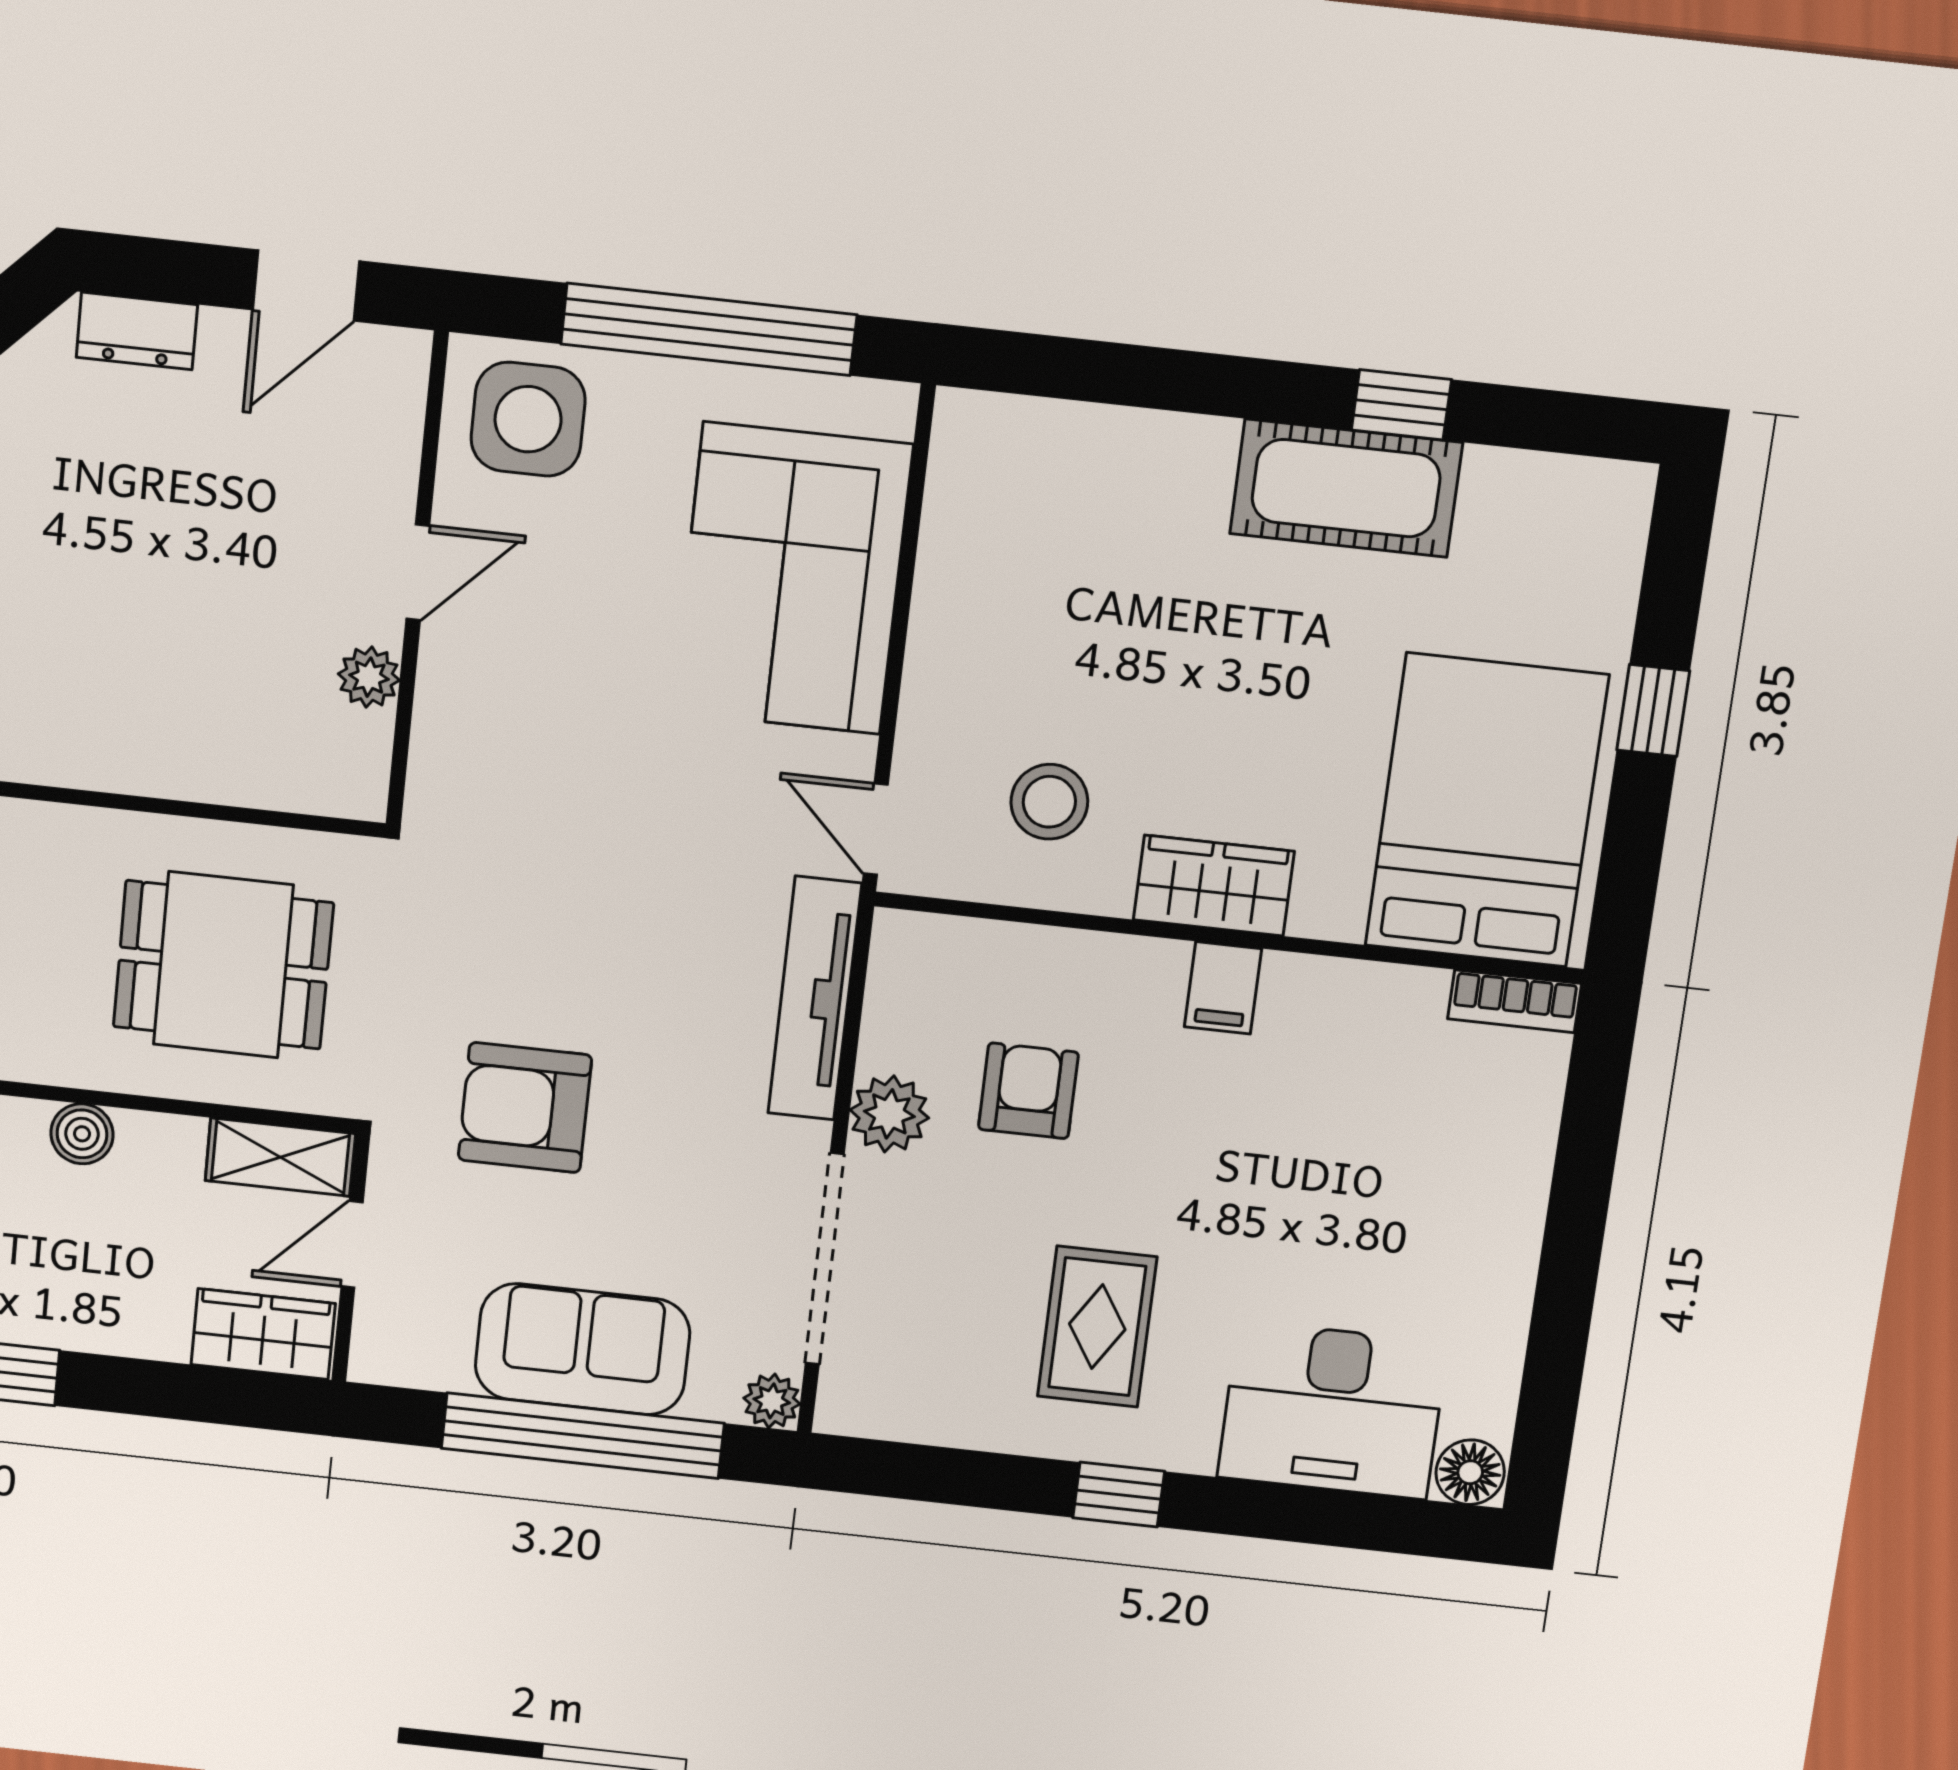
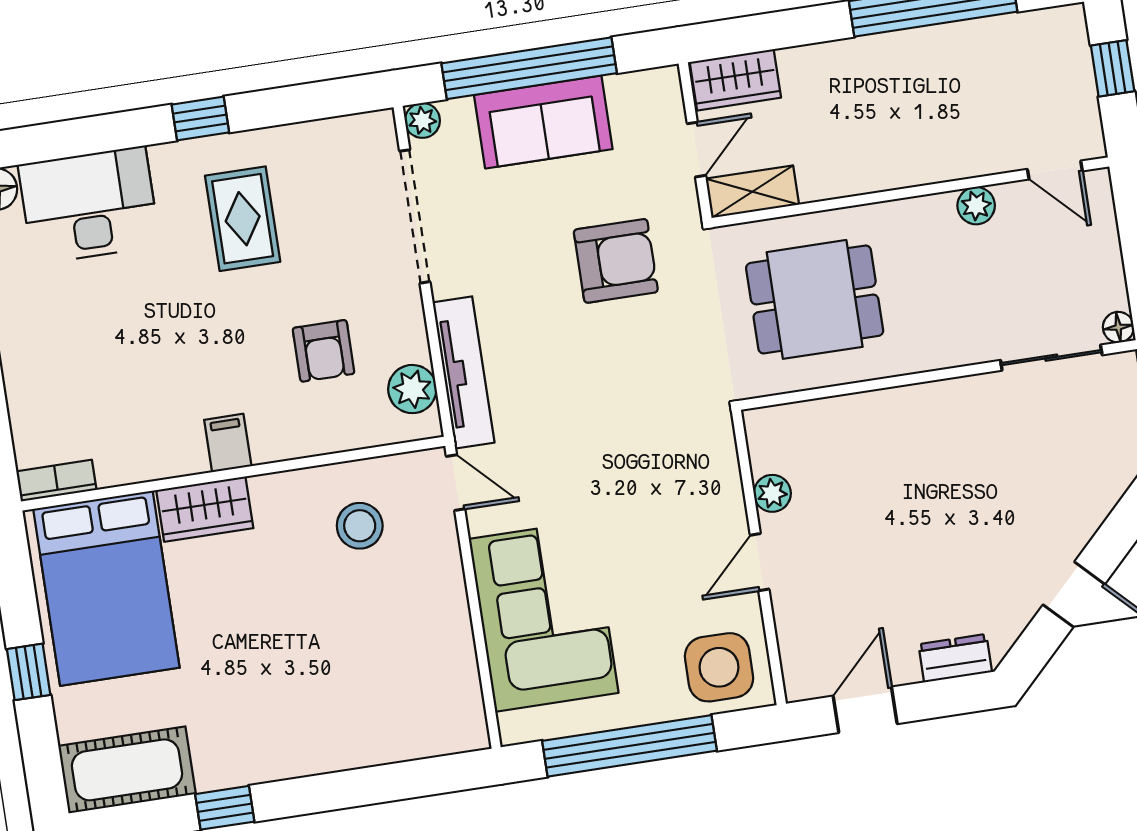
cot: (1346, 488) -> (127, 770), moved
wardrobe: (1214, 886) -> (205, 509), moved
plant: (889, 1114) -> (412, 389), moved
boiler: (82, 1134) -> (873, 174), removed

